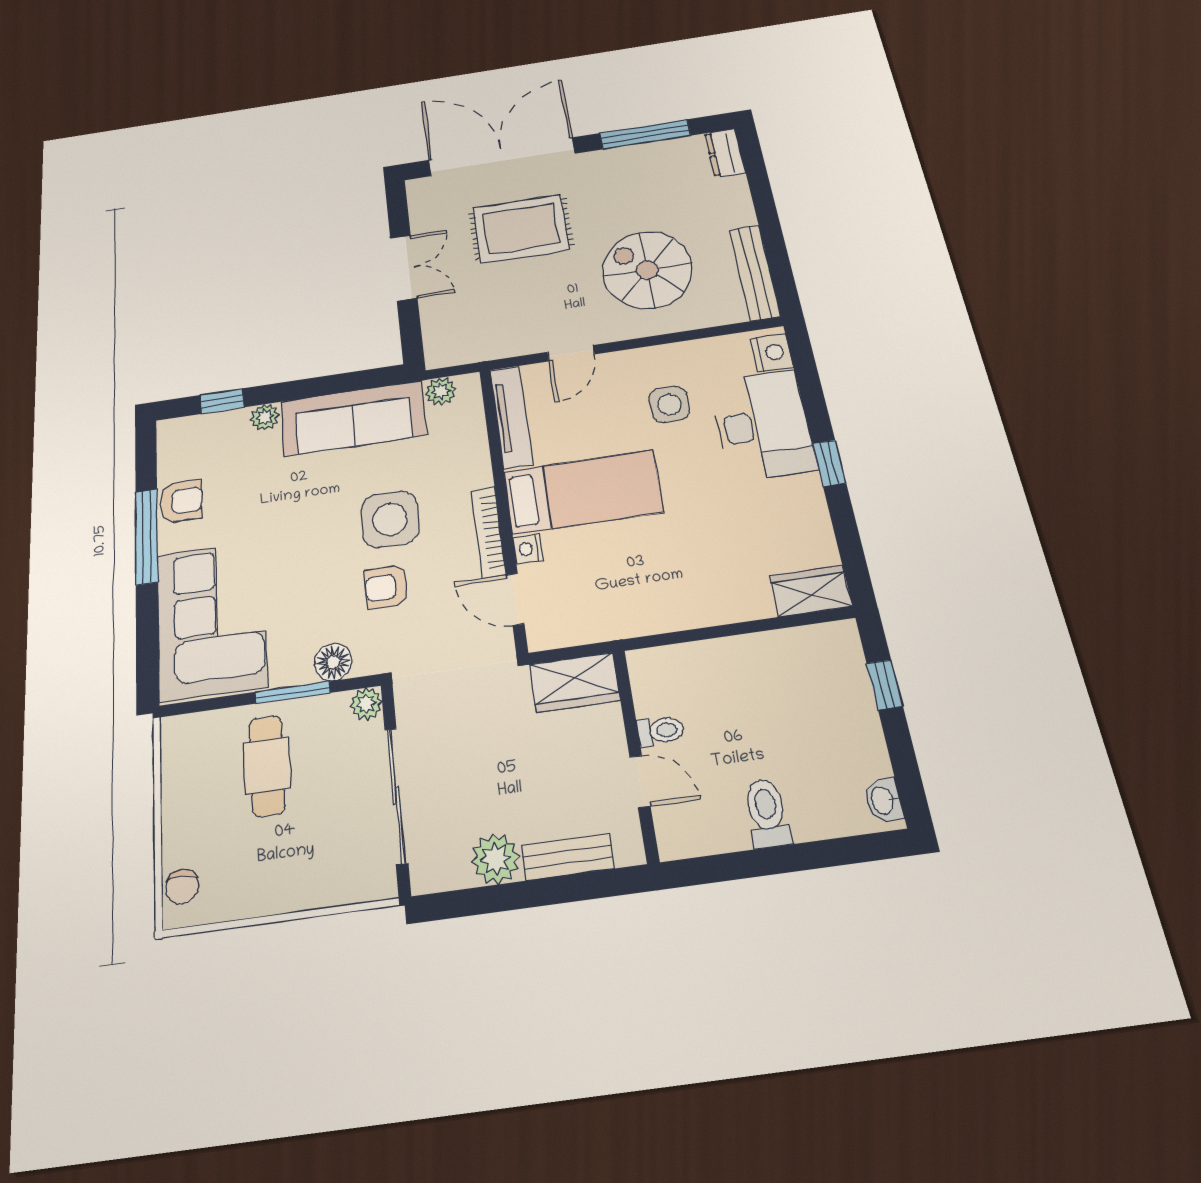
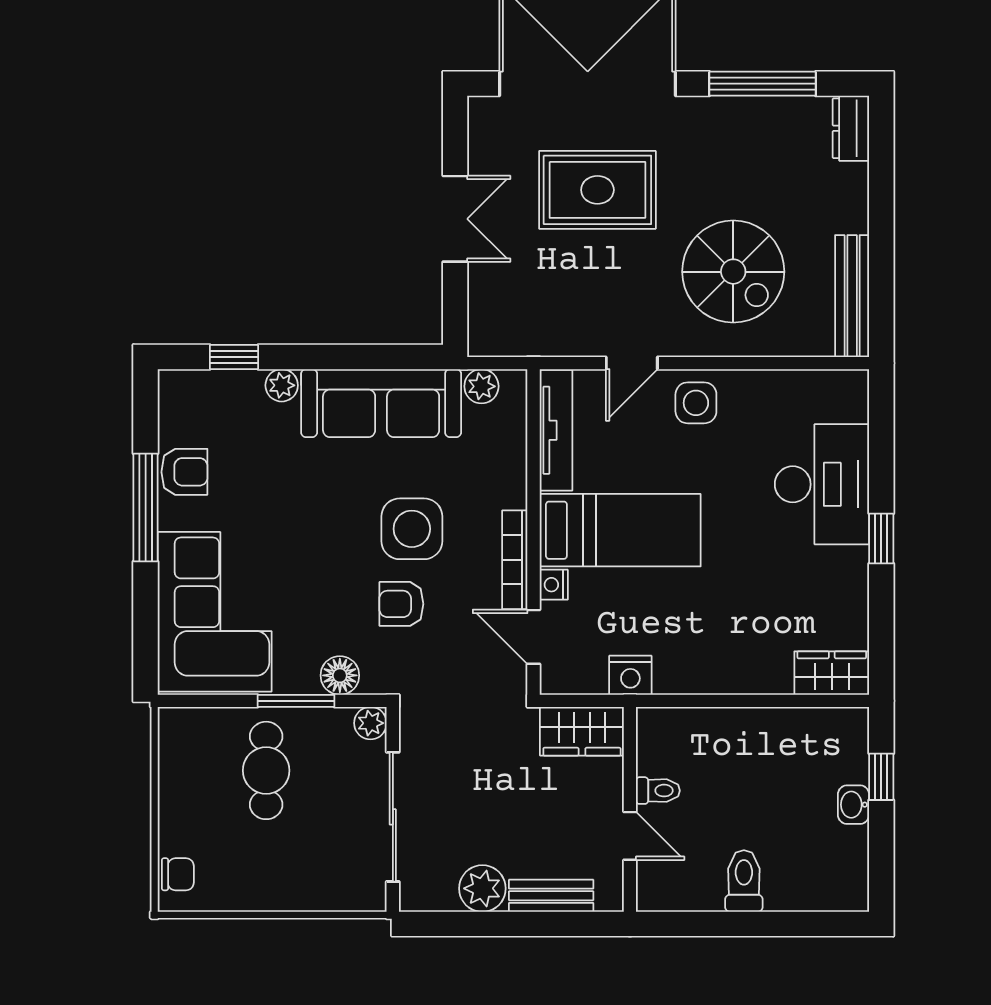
spiral stairs: (647, 270) -> (733, 272), turned 180
nightstand: (772, 353) -> (630, 675), moved, turned 90
side table: (669, 404) -> (696, 403), moved
washbasin: (883, 800) -> (853, 805), moved
chair: (182, 887) -> (178, 874), turned -90

